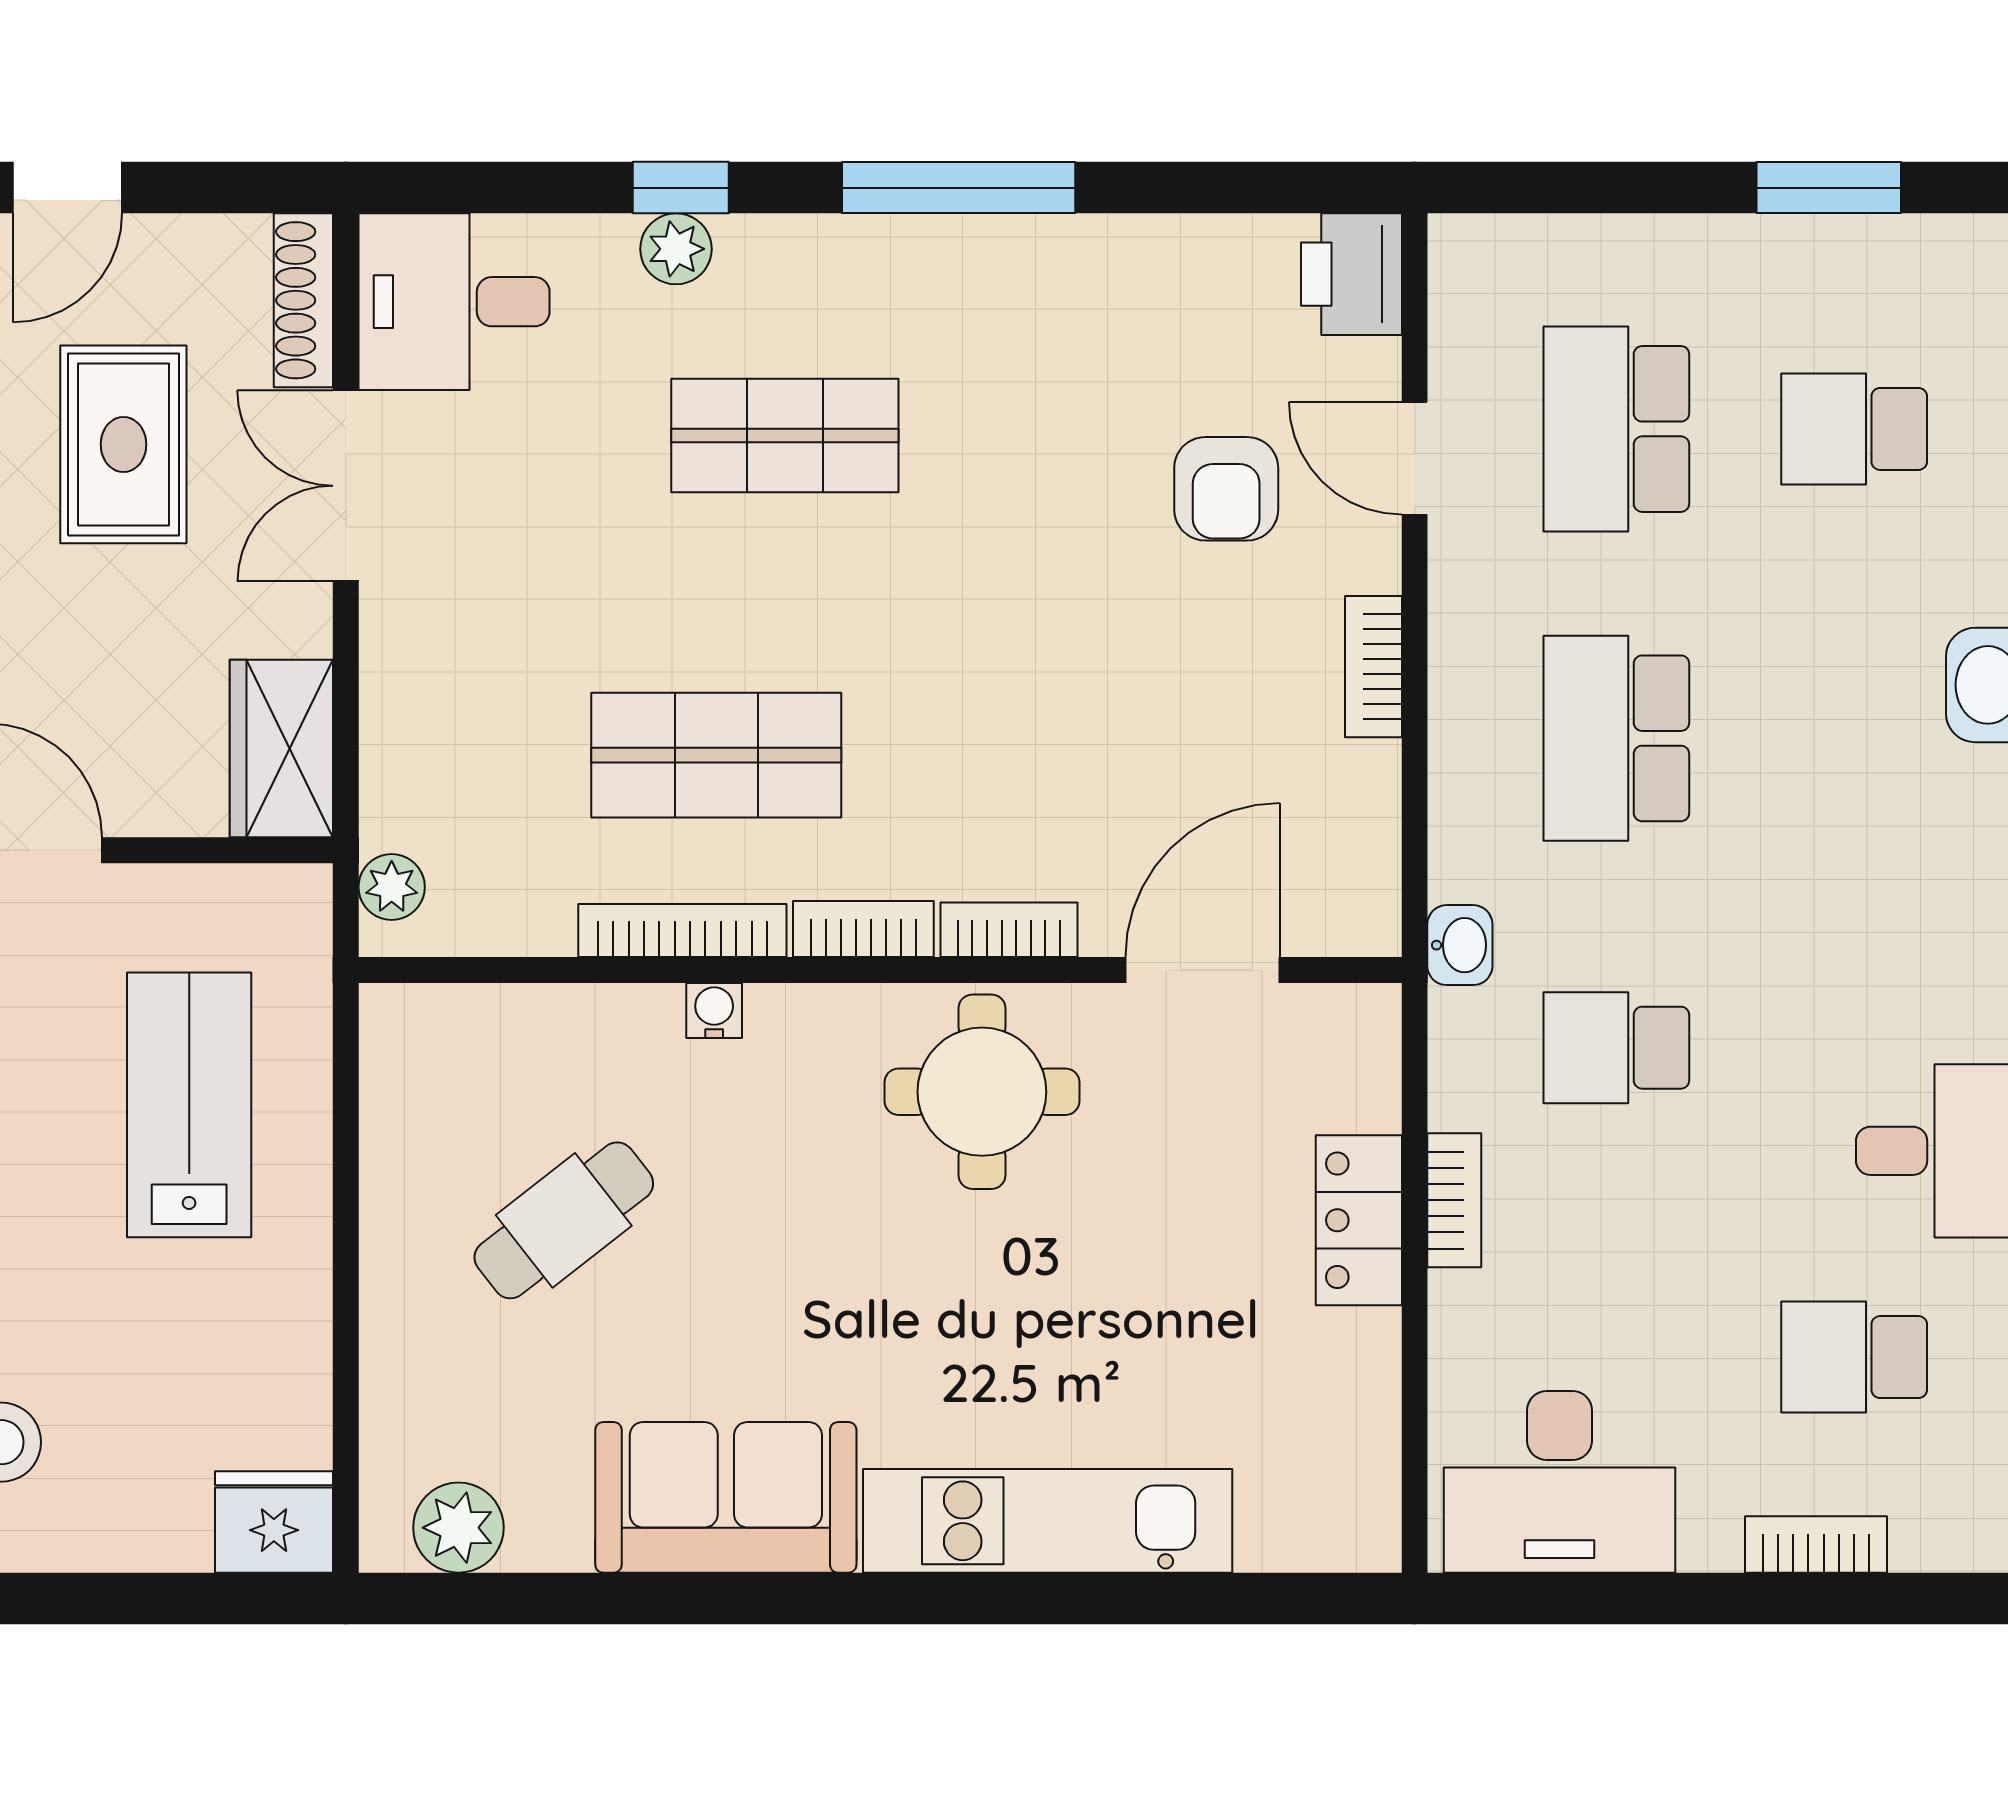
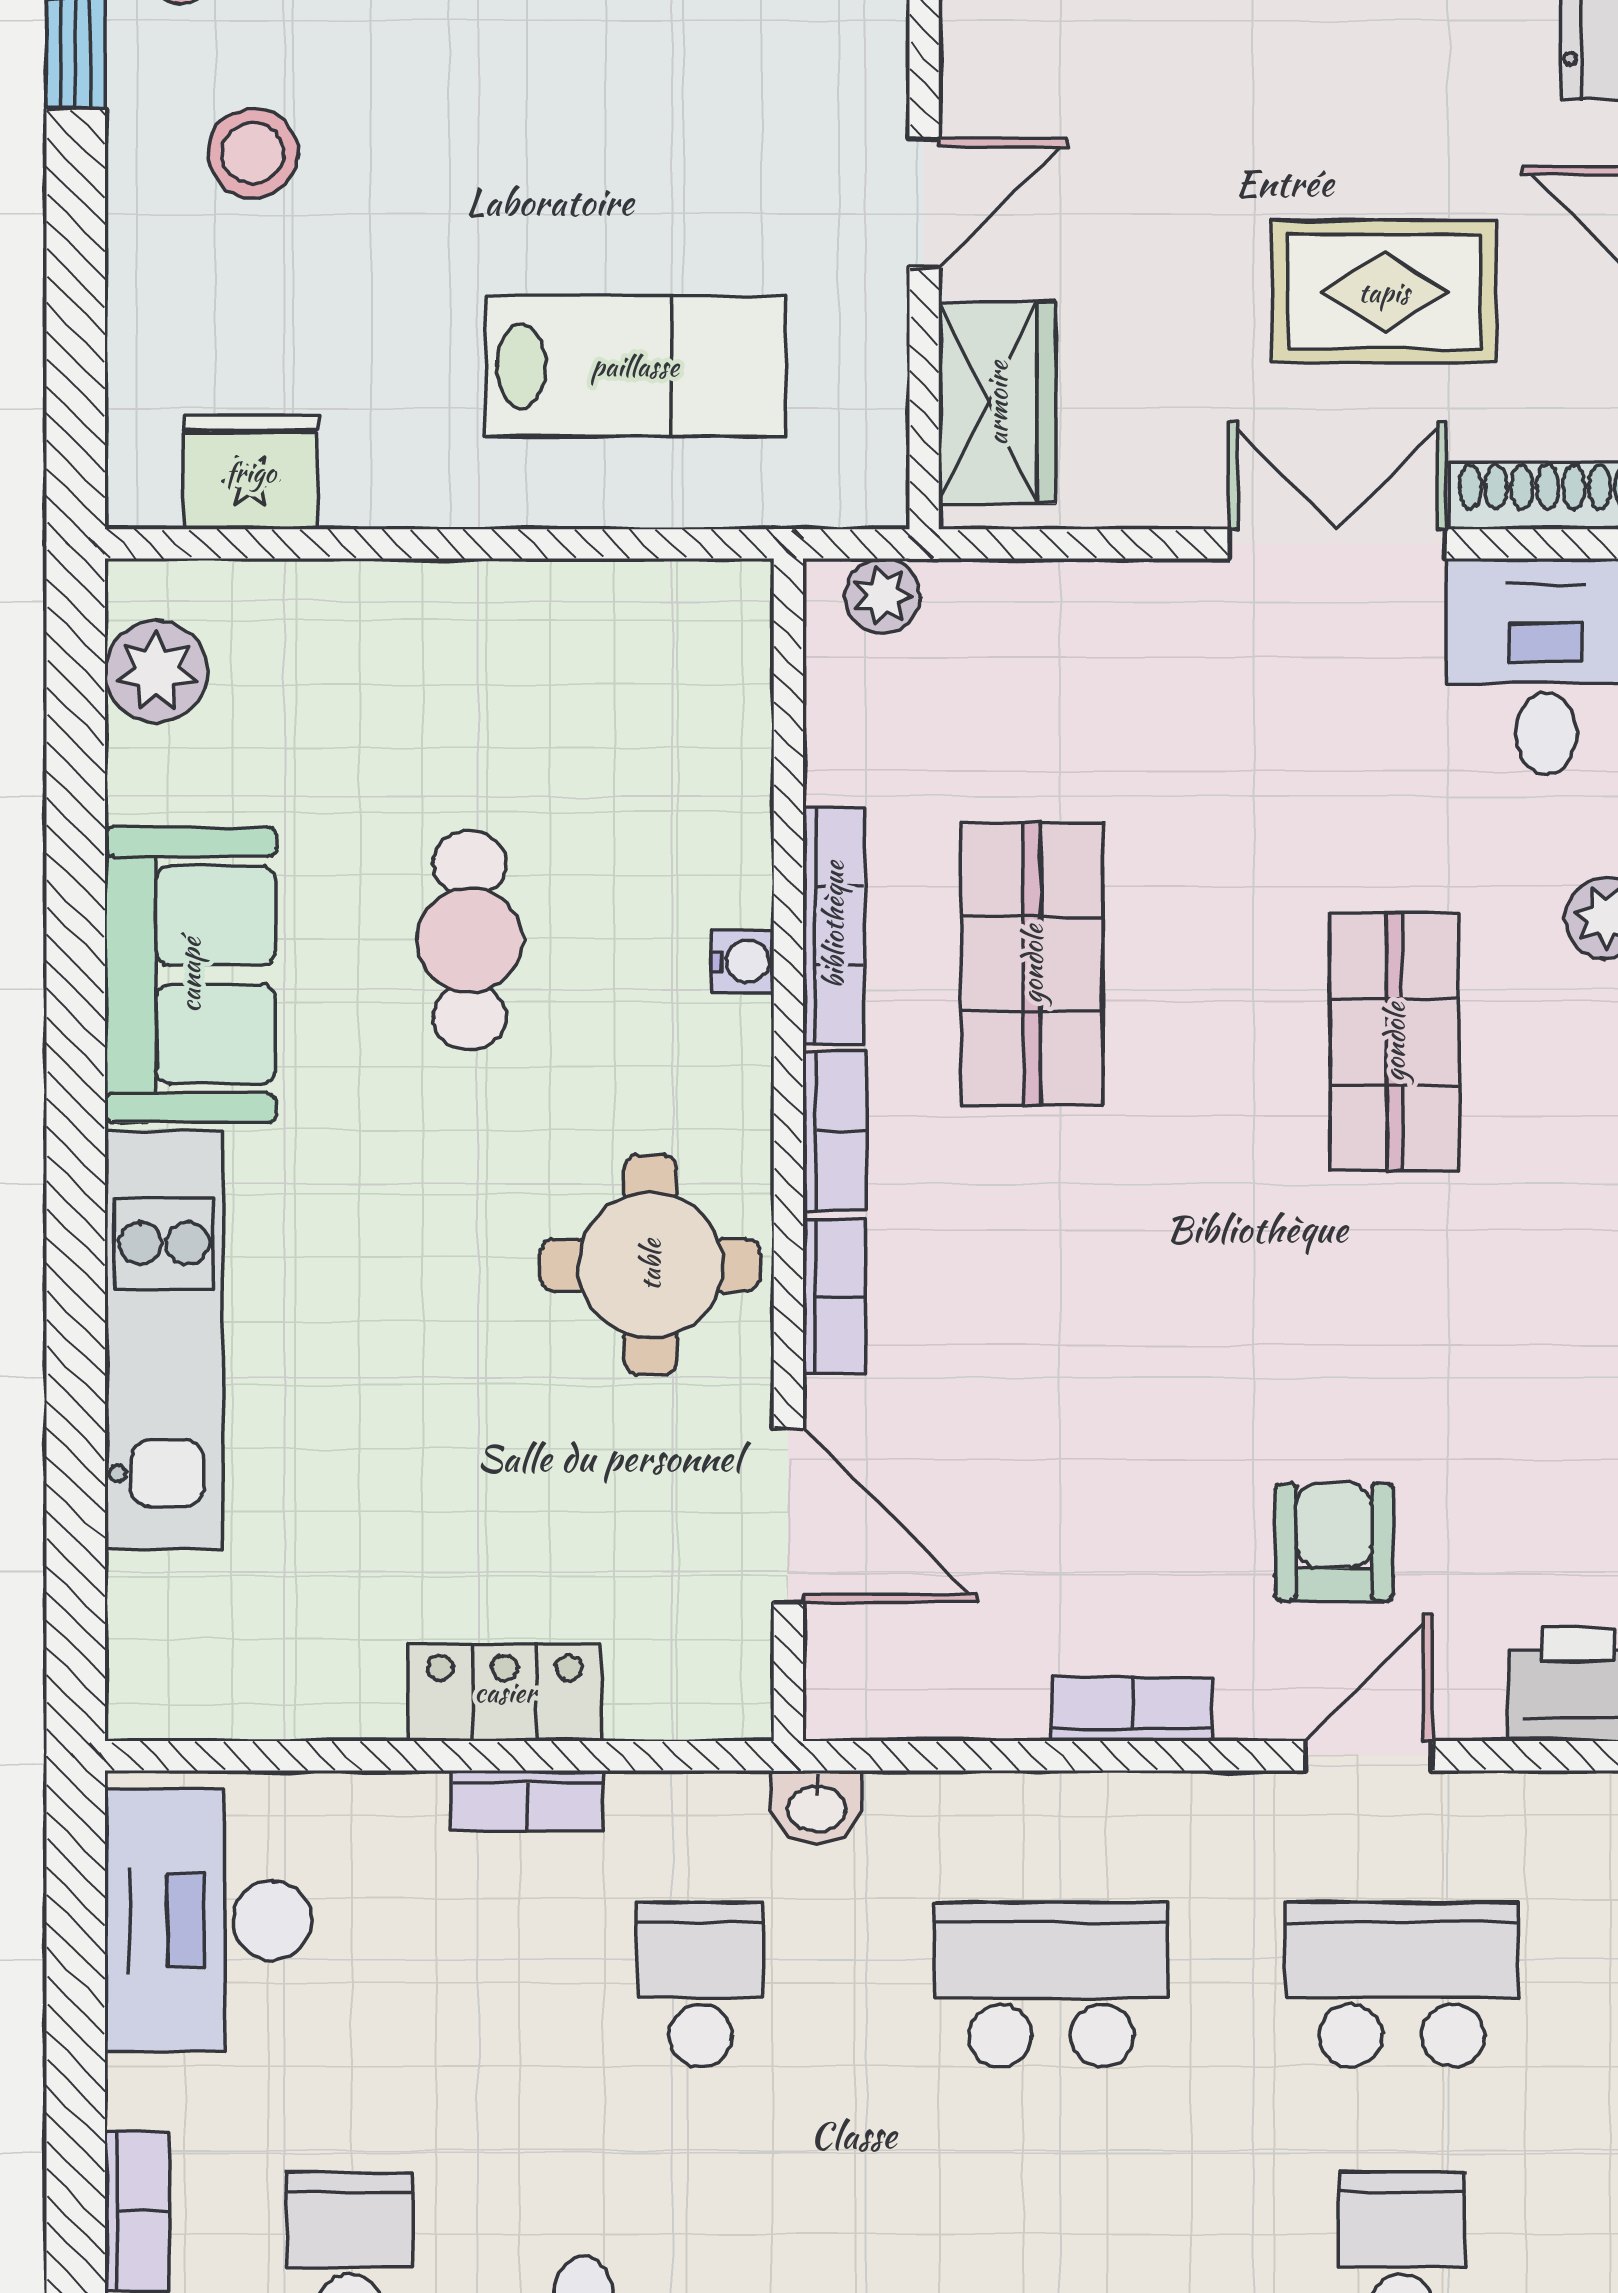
armchair: (1226, 489) -> (1334, 1542), turned 90
wardrobe: (281, 748) -> (997, 403), moved, turned 90
cafe table: (564, 1220) -> (470, 940), moved, turned 38
fridge: (274, 1522) -> (251, 472), moved, turned -90

